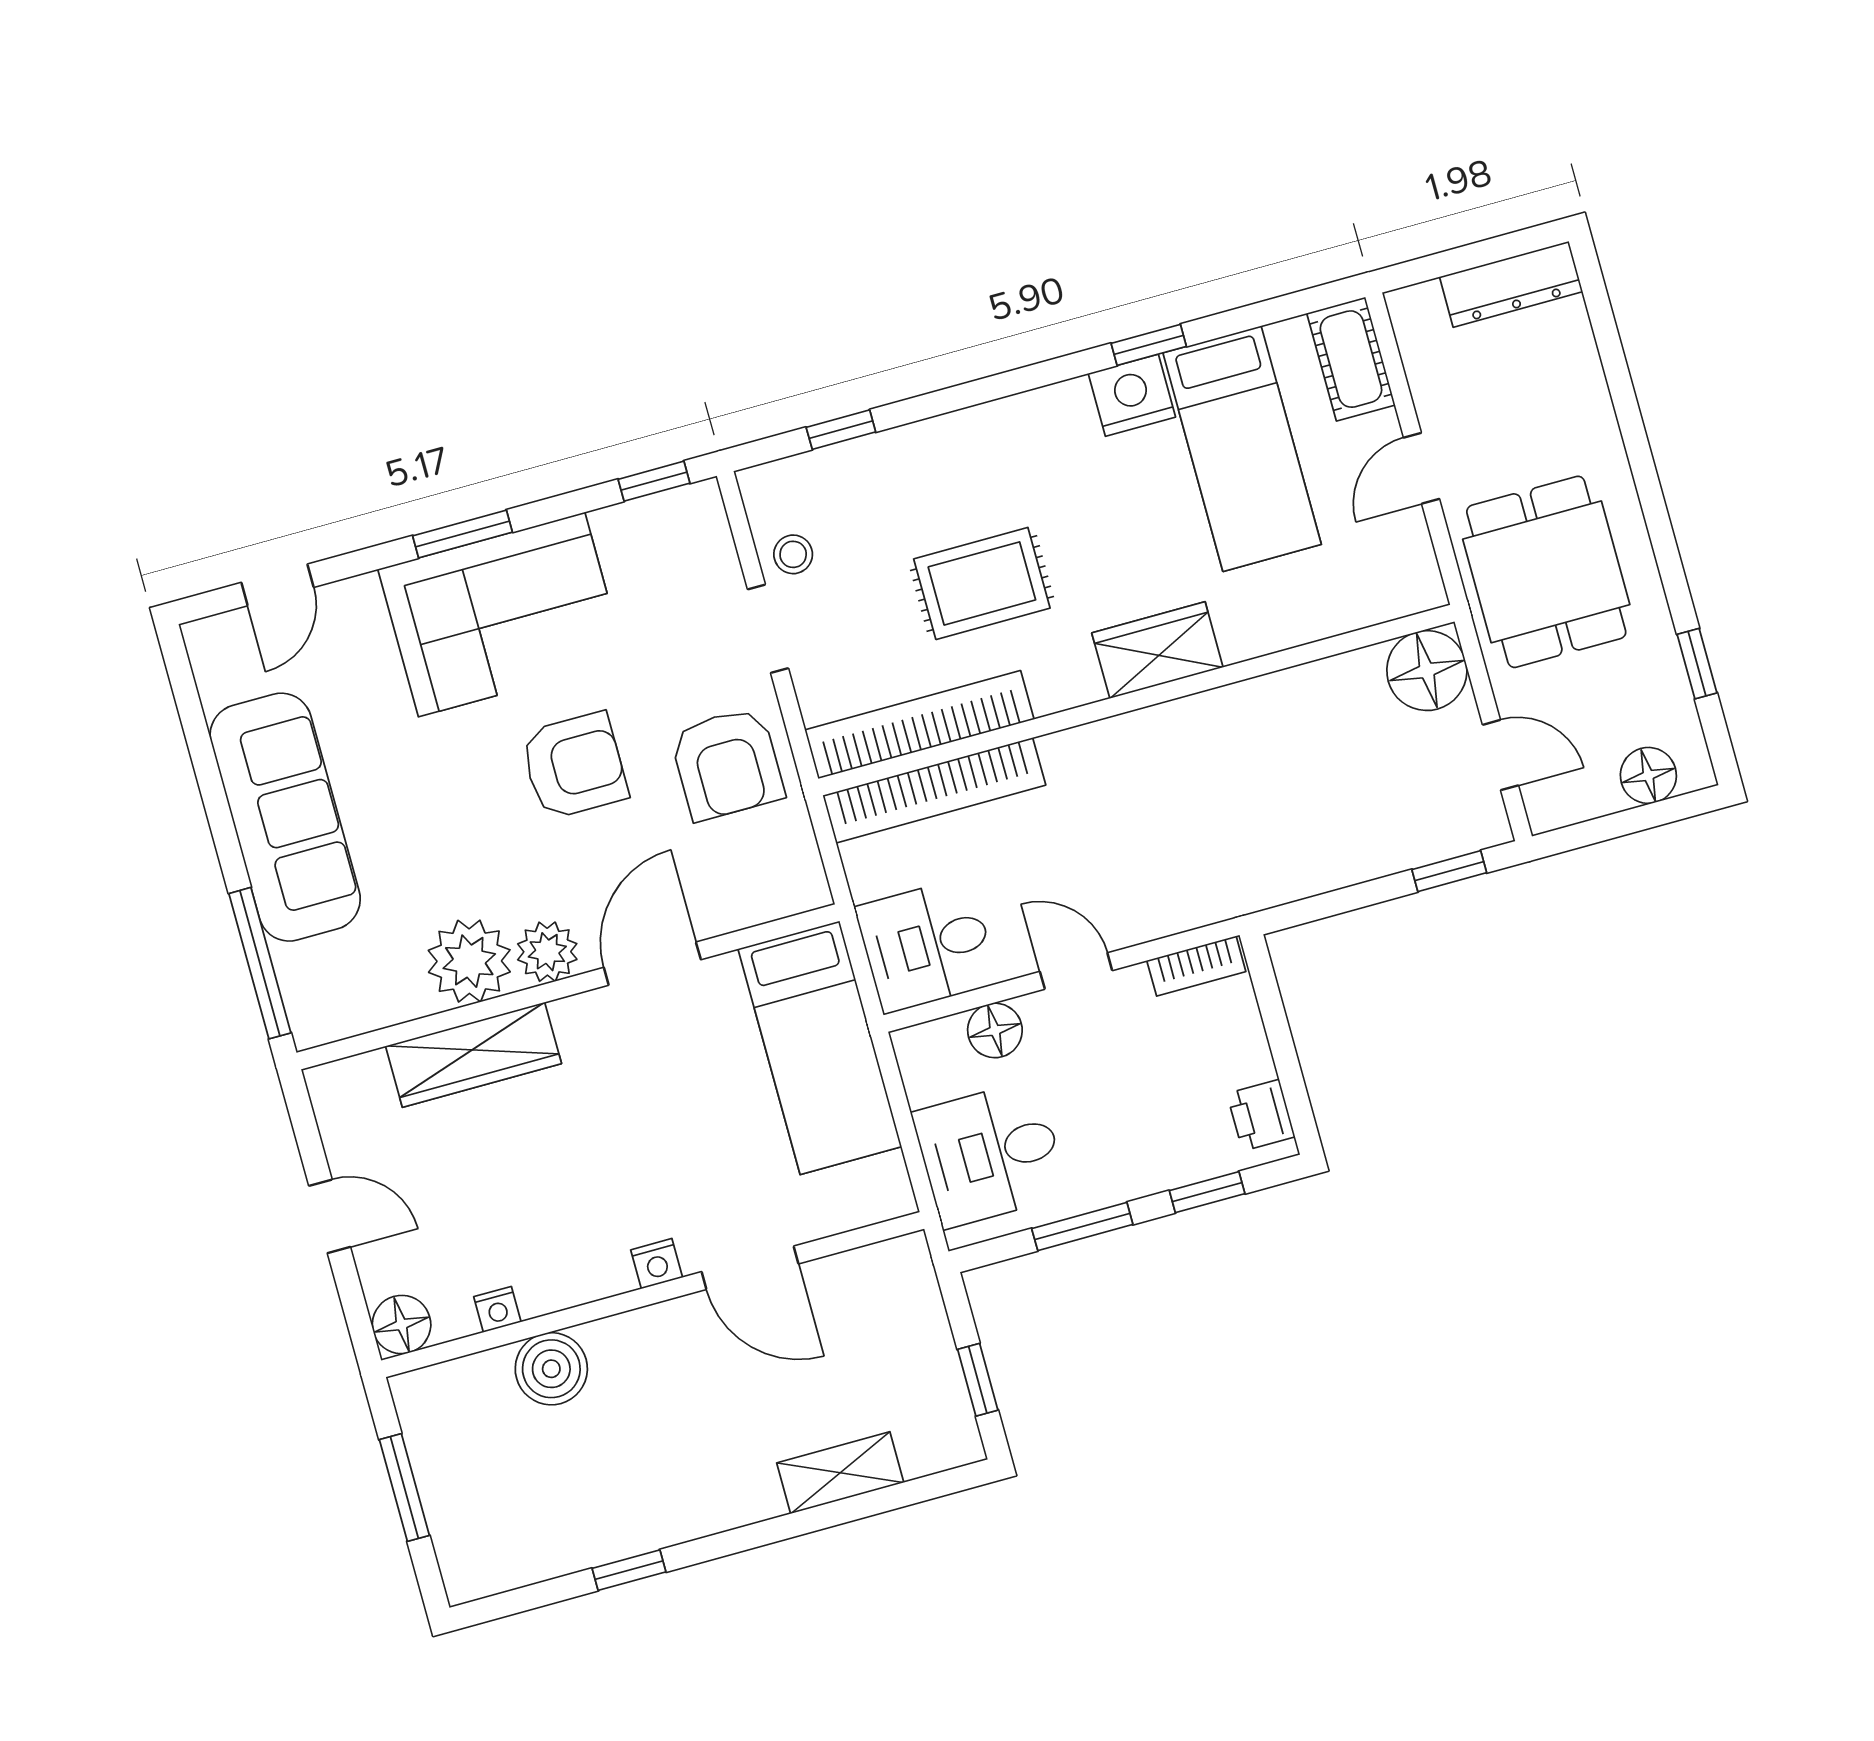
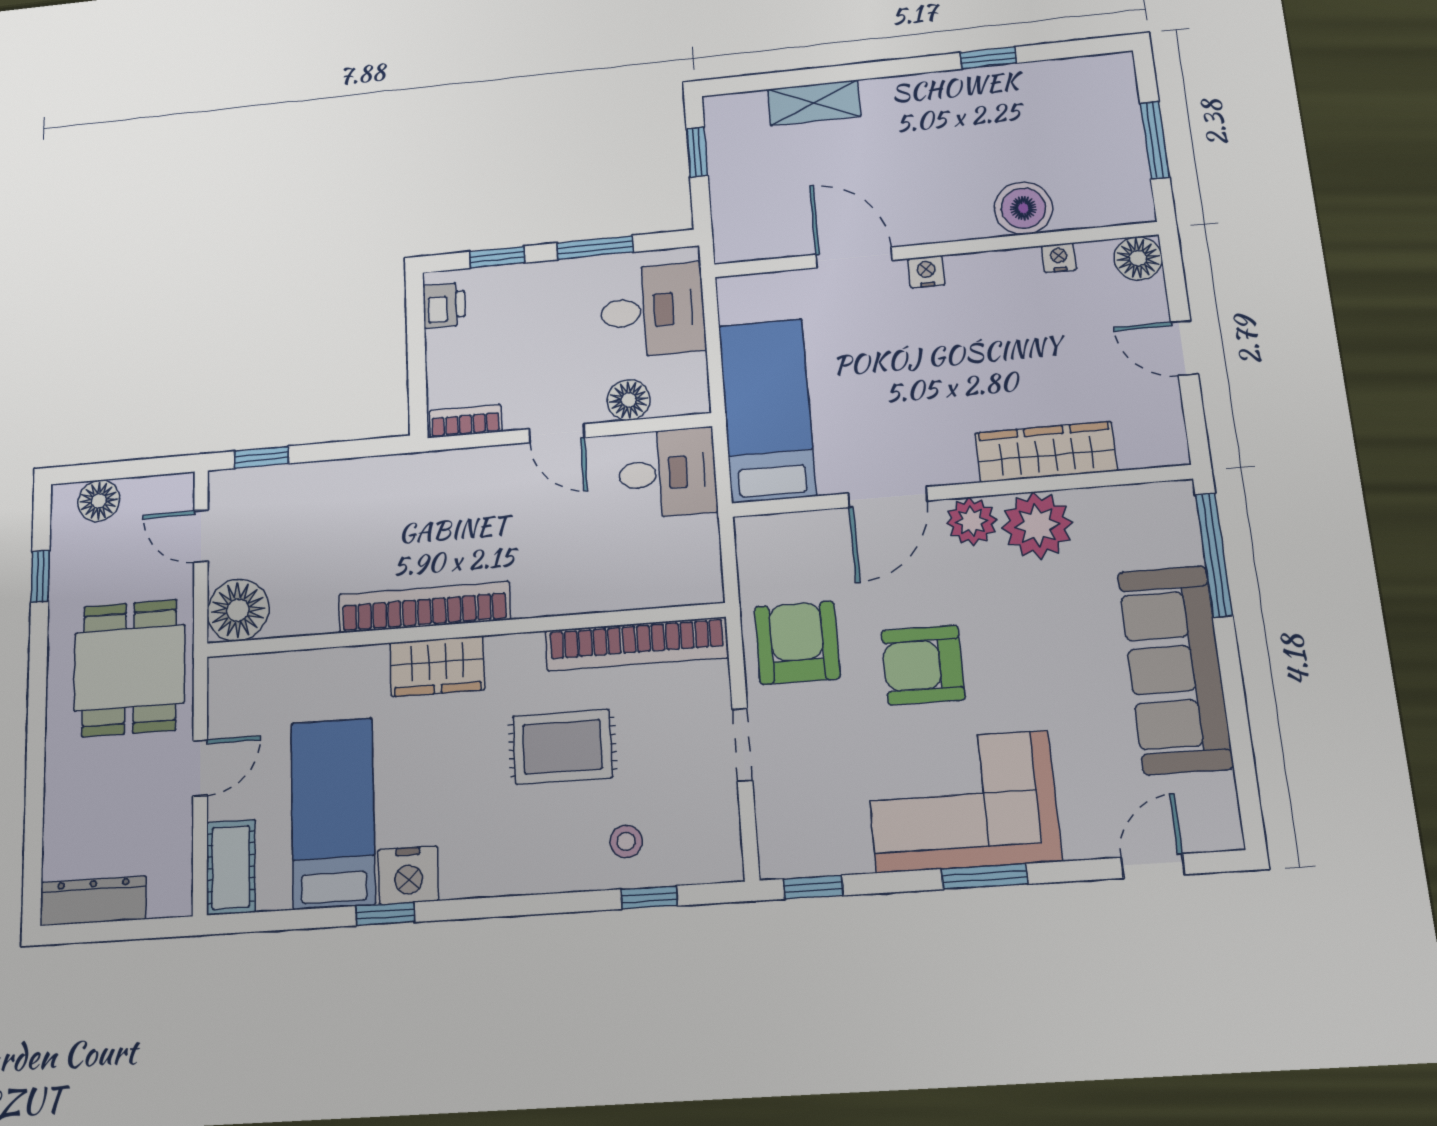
stool: (793, 554) -> (626, 841), moved
bookcase: (934, 790) -> (424, 607), moved

